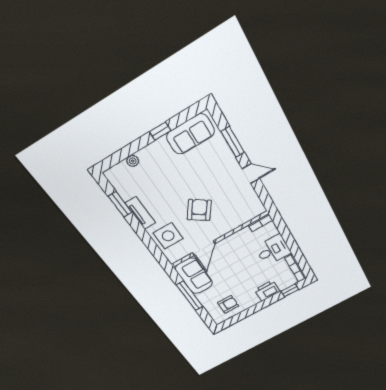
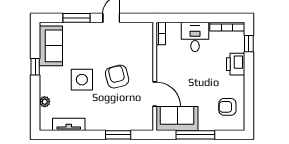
window: (120, 204) -> (118, 135), moved
armchair: (199, 210) -> (117, 77), turned 41
tv unit: (140, 213) -> (69, 124), moved
side table: (168, 236) -> (82, 80), moved
armchair: (228, 304) -> (227, 107), turned -90

